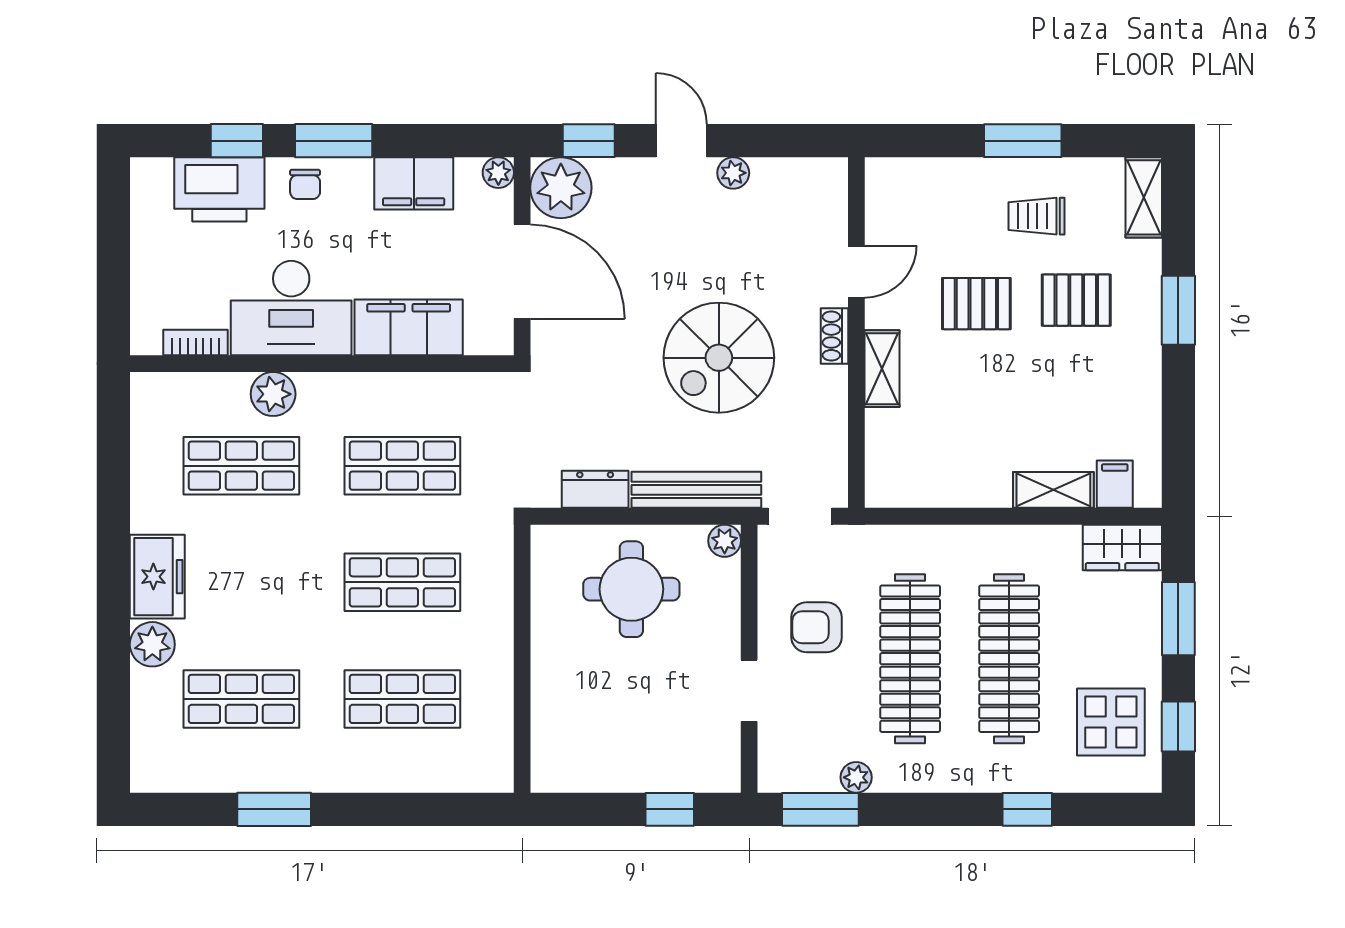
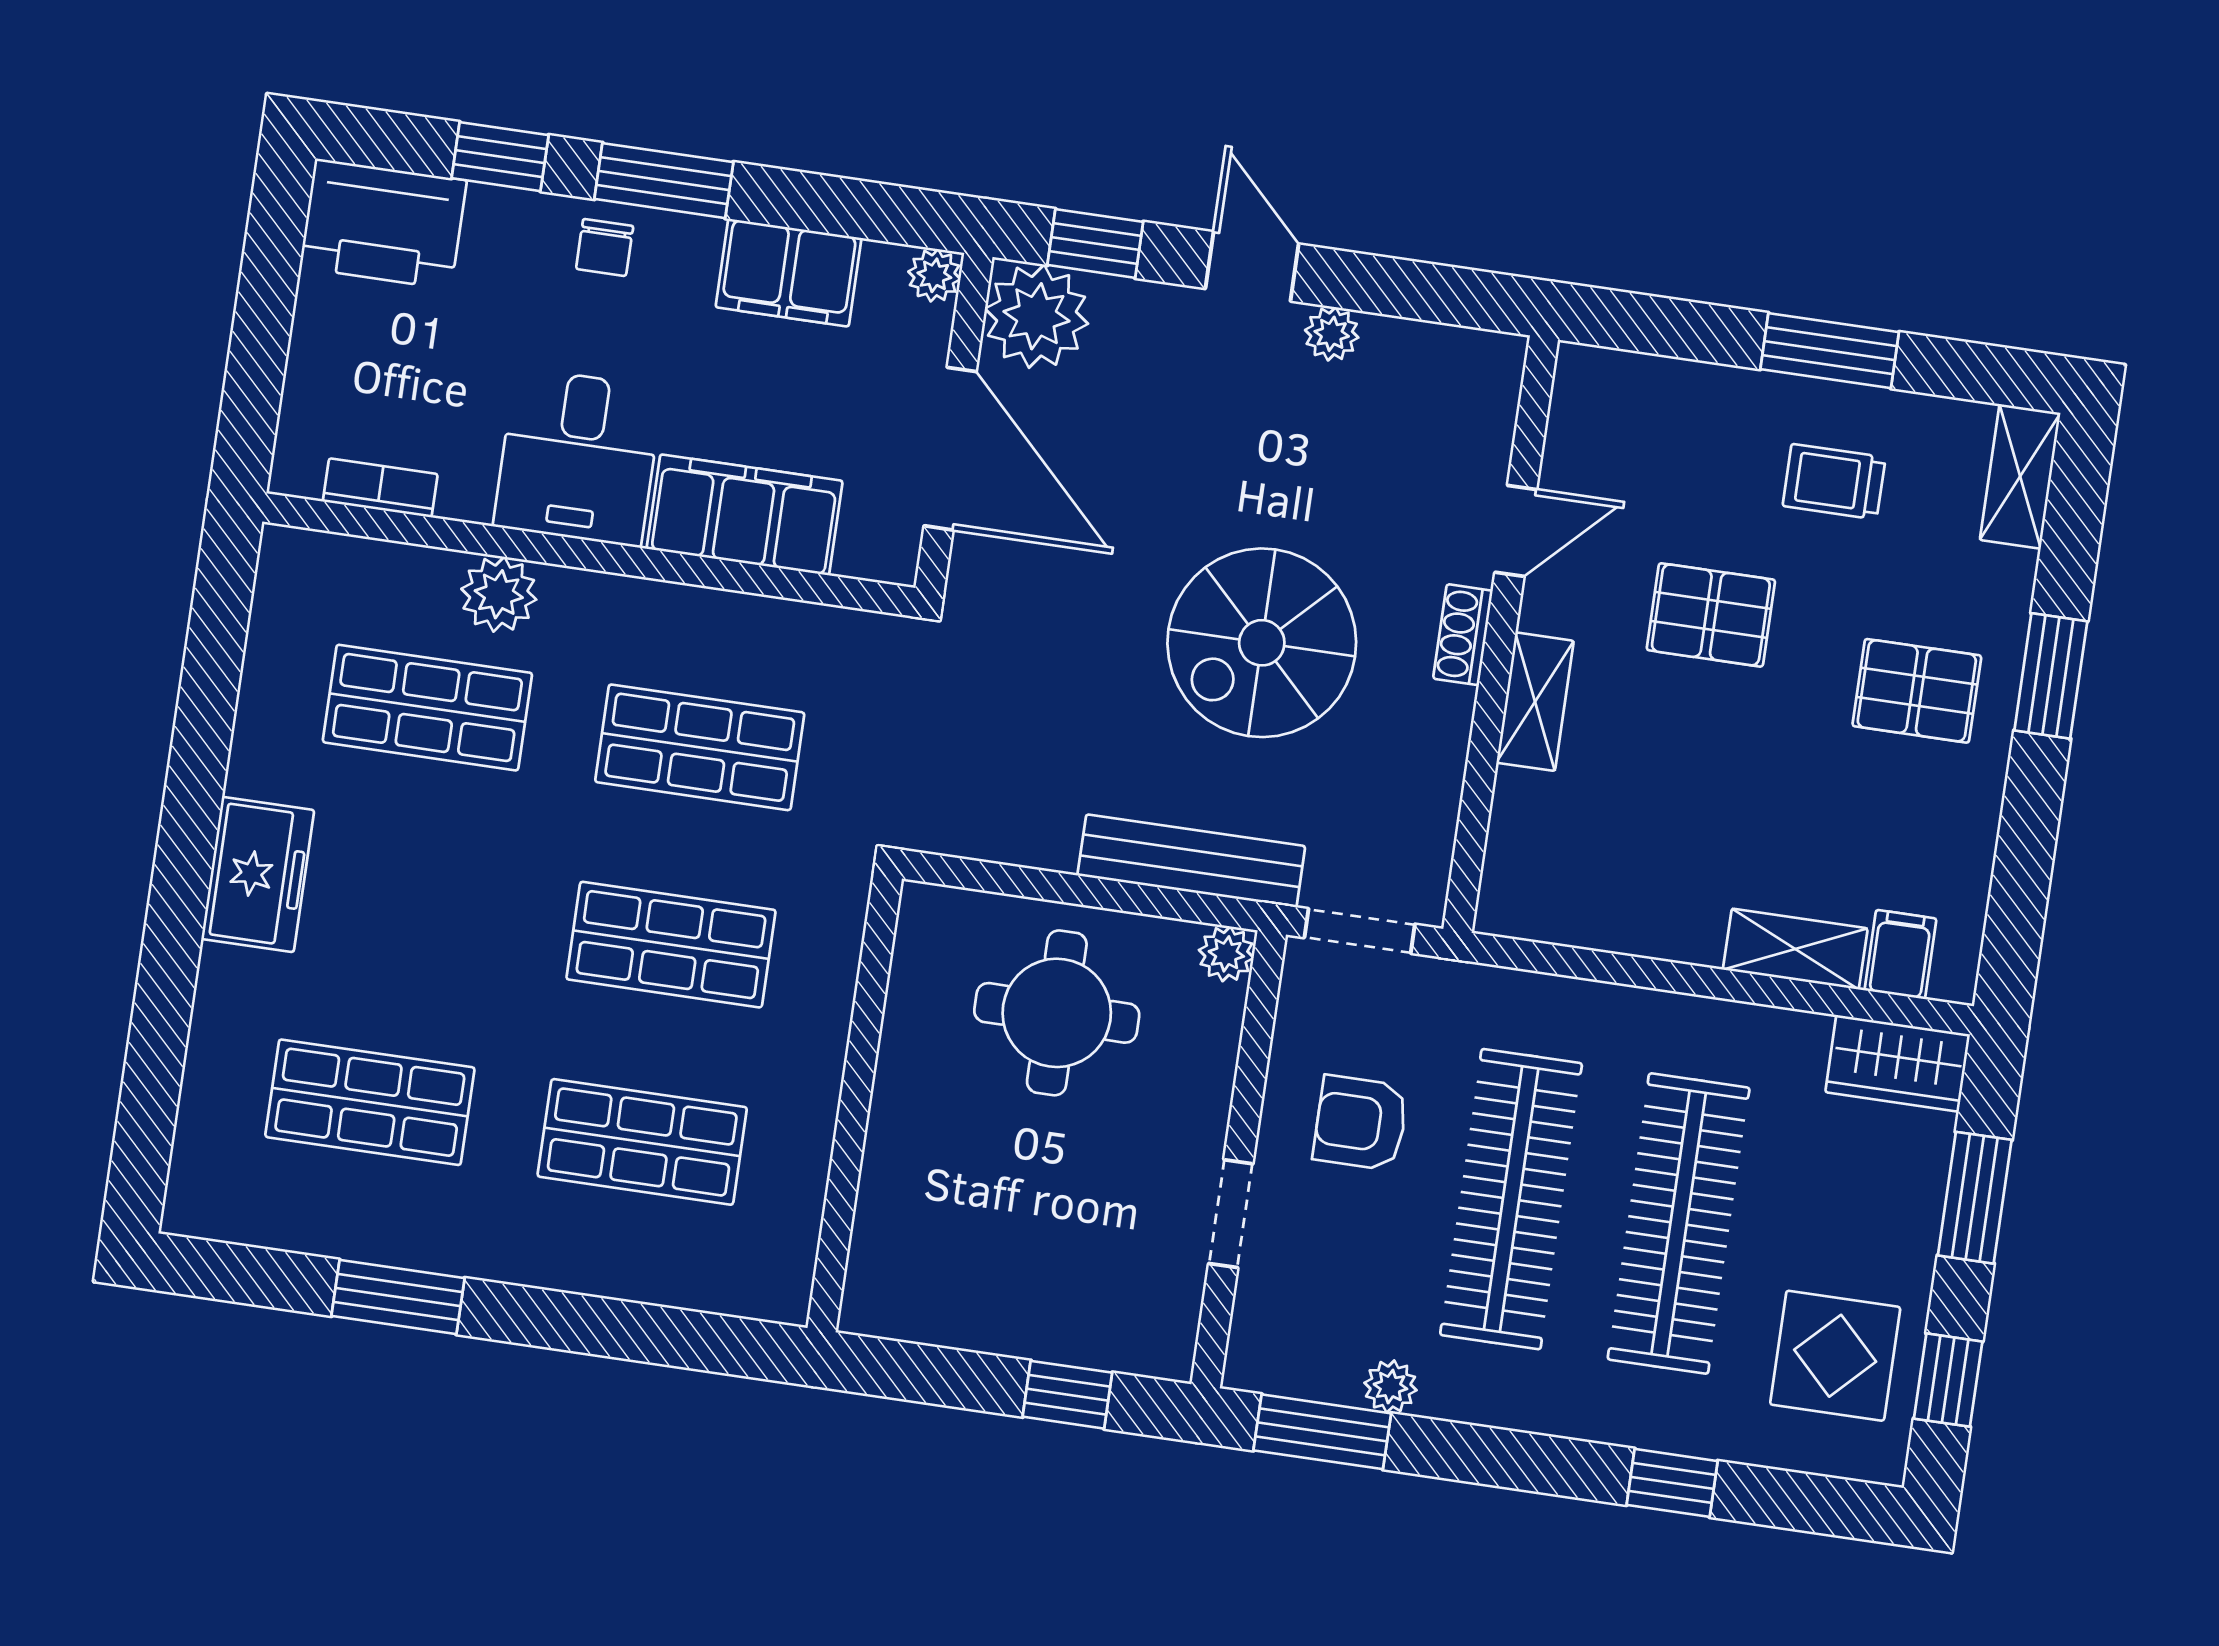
printer: (219, 189) -> (383, 224), moved
pallet: (1076, 300) -> (1917, 691), moved
desk: (291, 308) -> (578, 457), width x0.73
dresser: (595, 489) -> (1020, 835), removed
plant: (152, 644) -> (233, 988), removed

